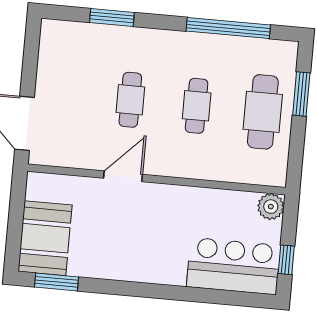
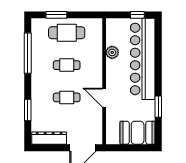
dresser: (50, 56) -> (49, 138), added
plant: (271, 207) -> (112, 52), moved
bar counter: (233, 266) -> (143, 59), width x1.86
window: (57, 282) -> (158, 107), moved

